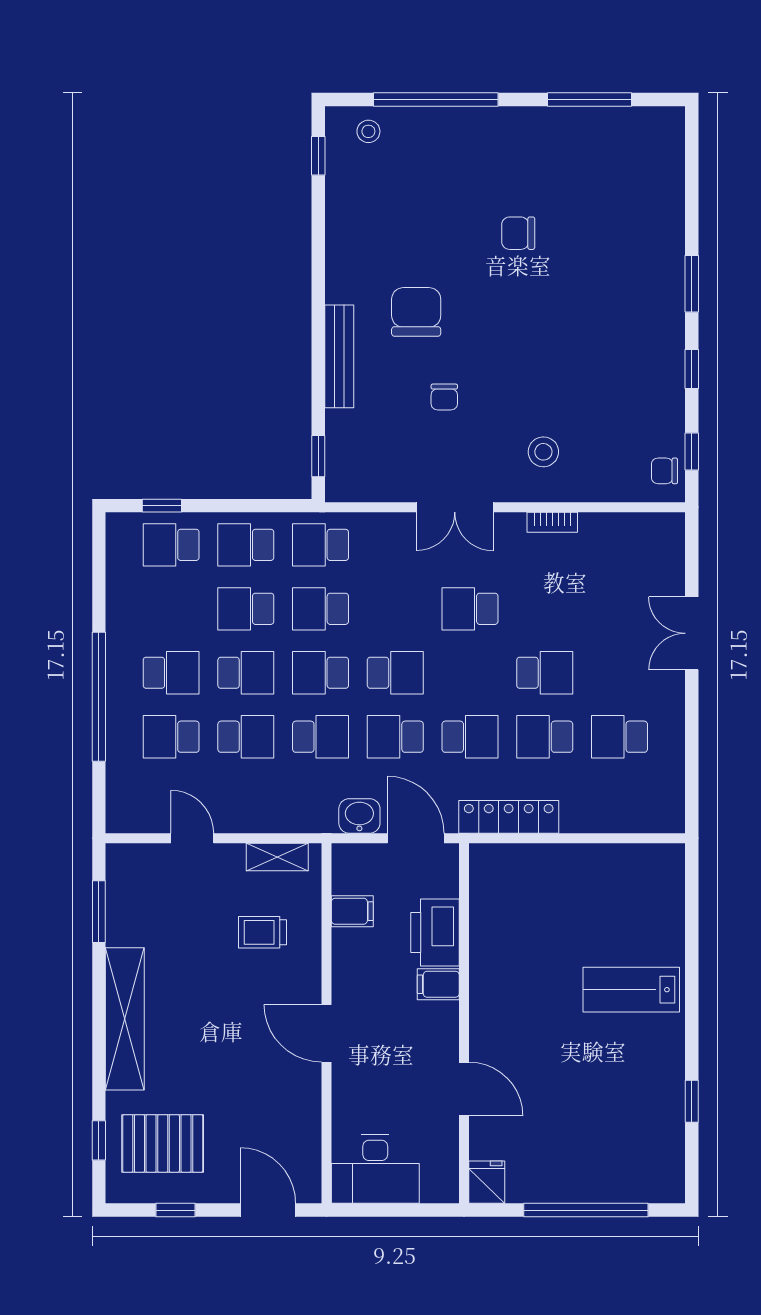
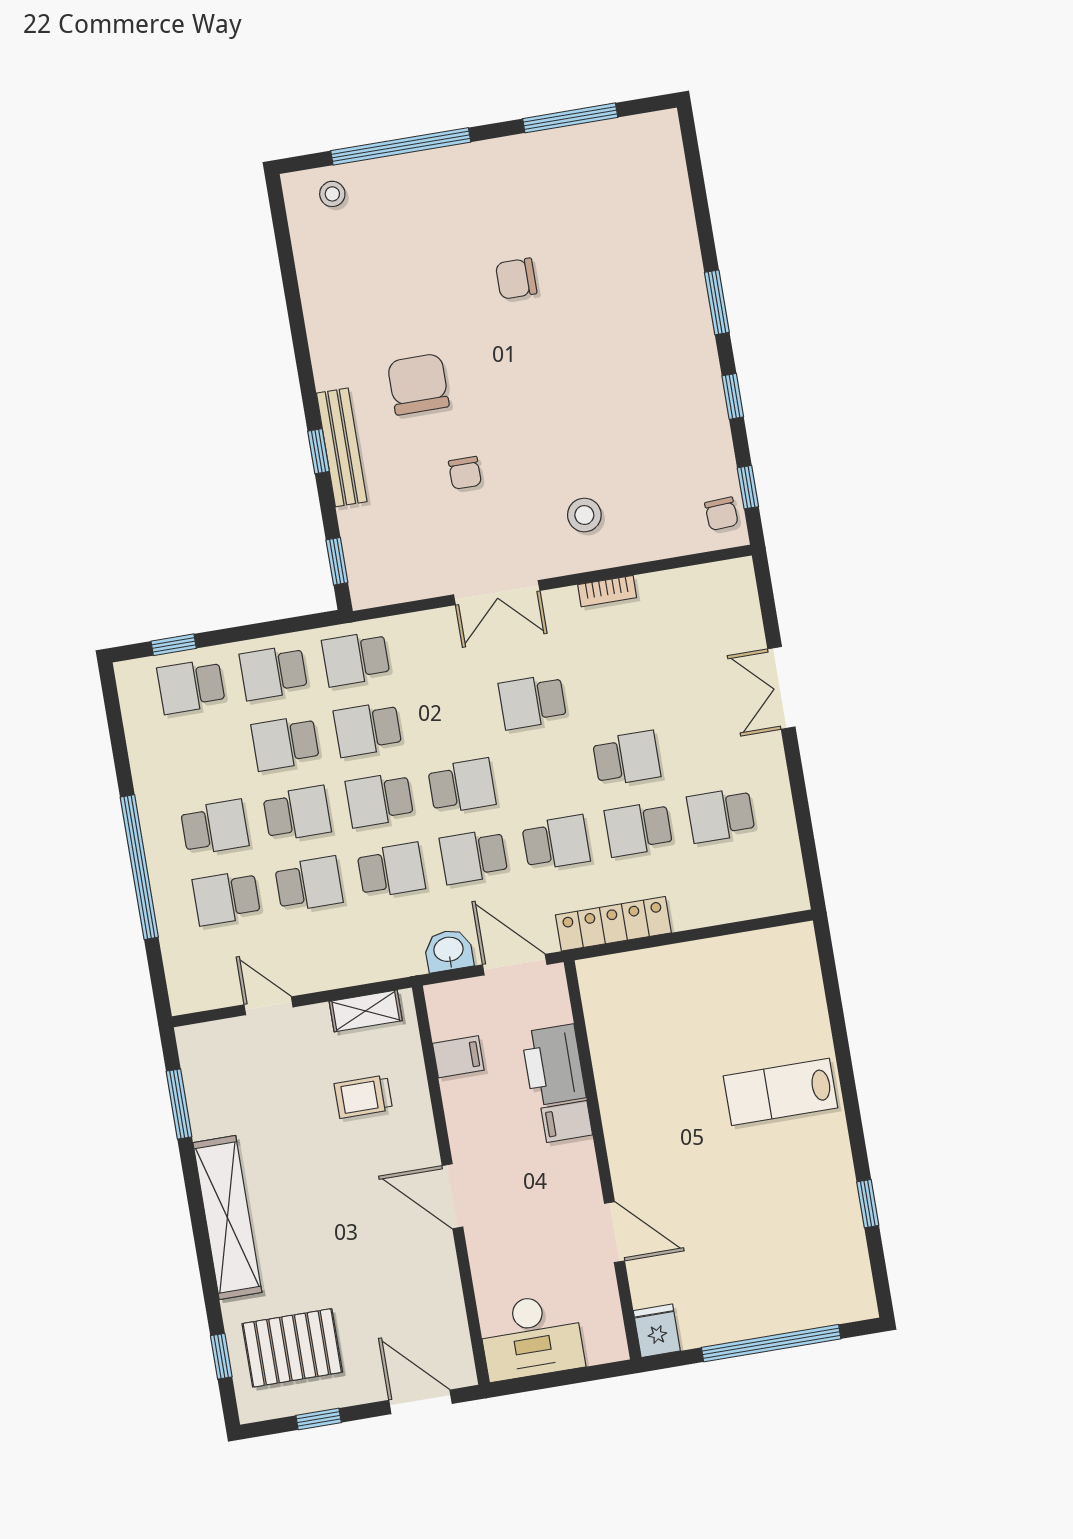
window: (318, 156) -> (319, 451), moved
chair: (664, 471) -> (721, 514), turned -93

